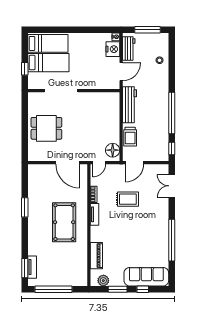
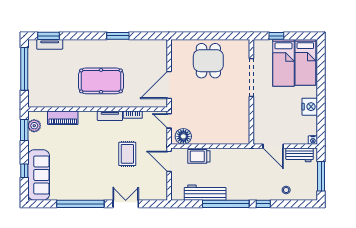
nightstand: (113, 49) -> (310, 107), moved, turned -90
workbench: (129, 105) -> (205, 193), moved, turned 180
window: (172, 149) -> (263, 204), moved
double door: (172, 186) -> (126, 204), moved
window: (118, 289) -> (24, 130), moved

